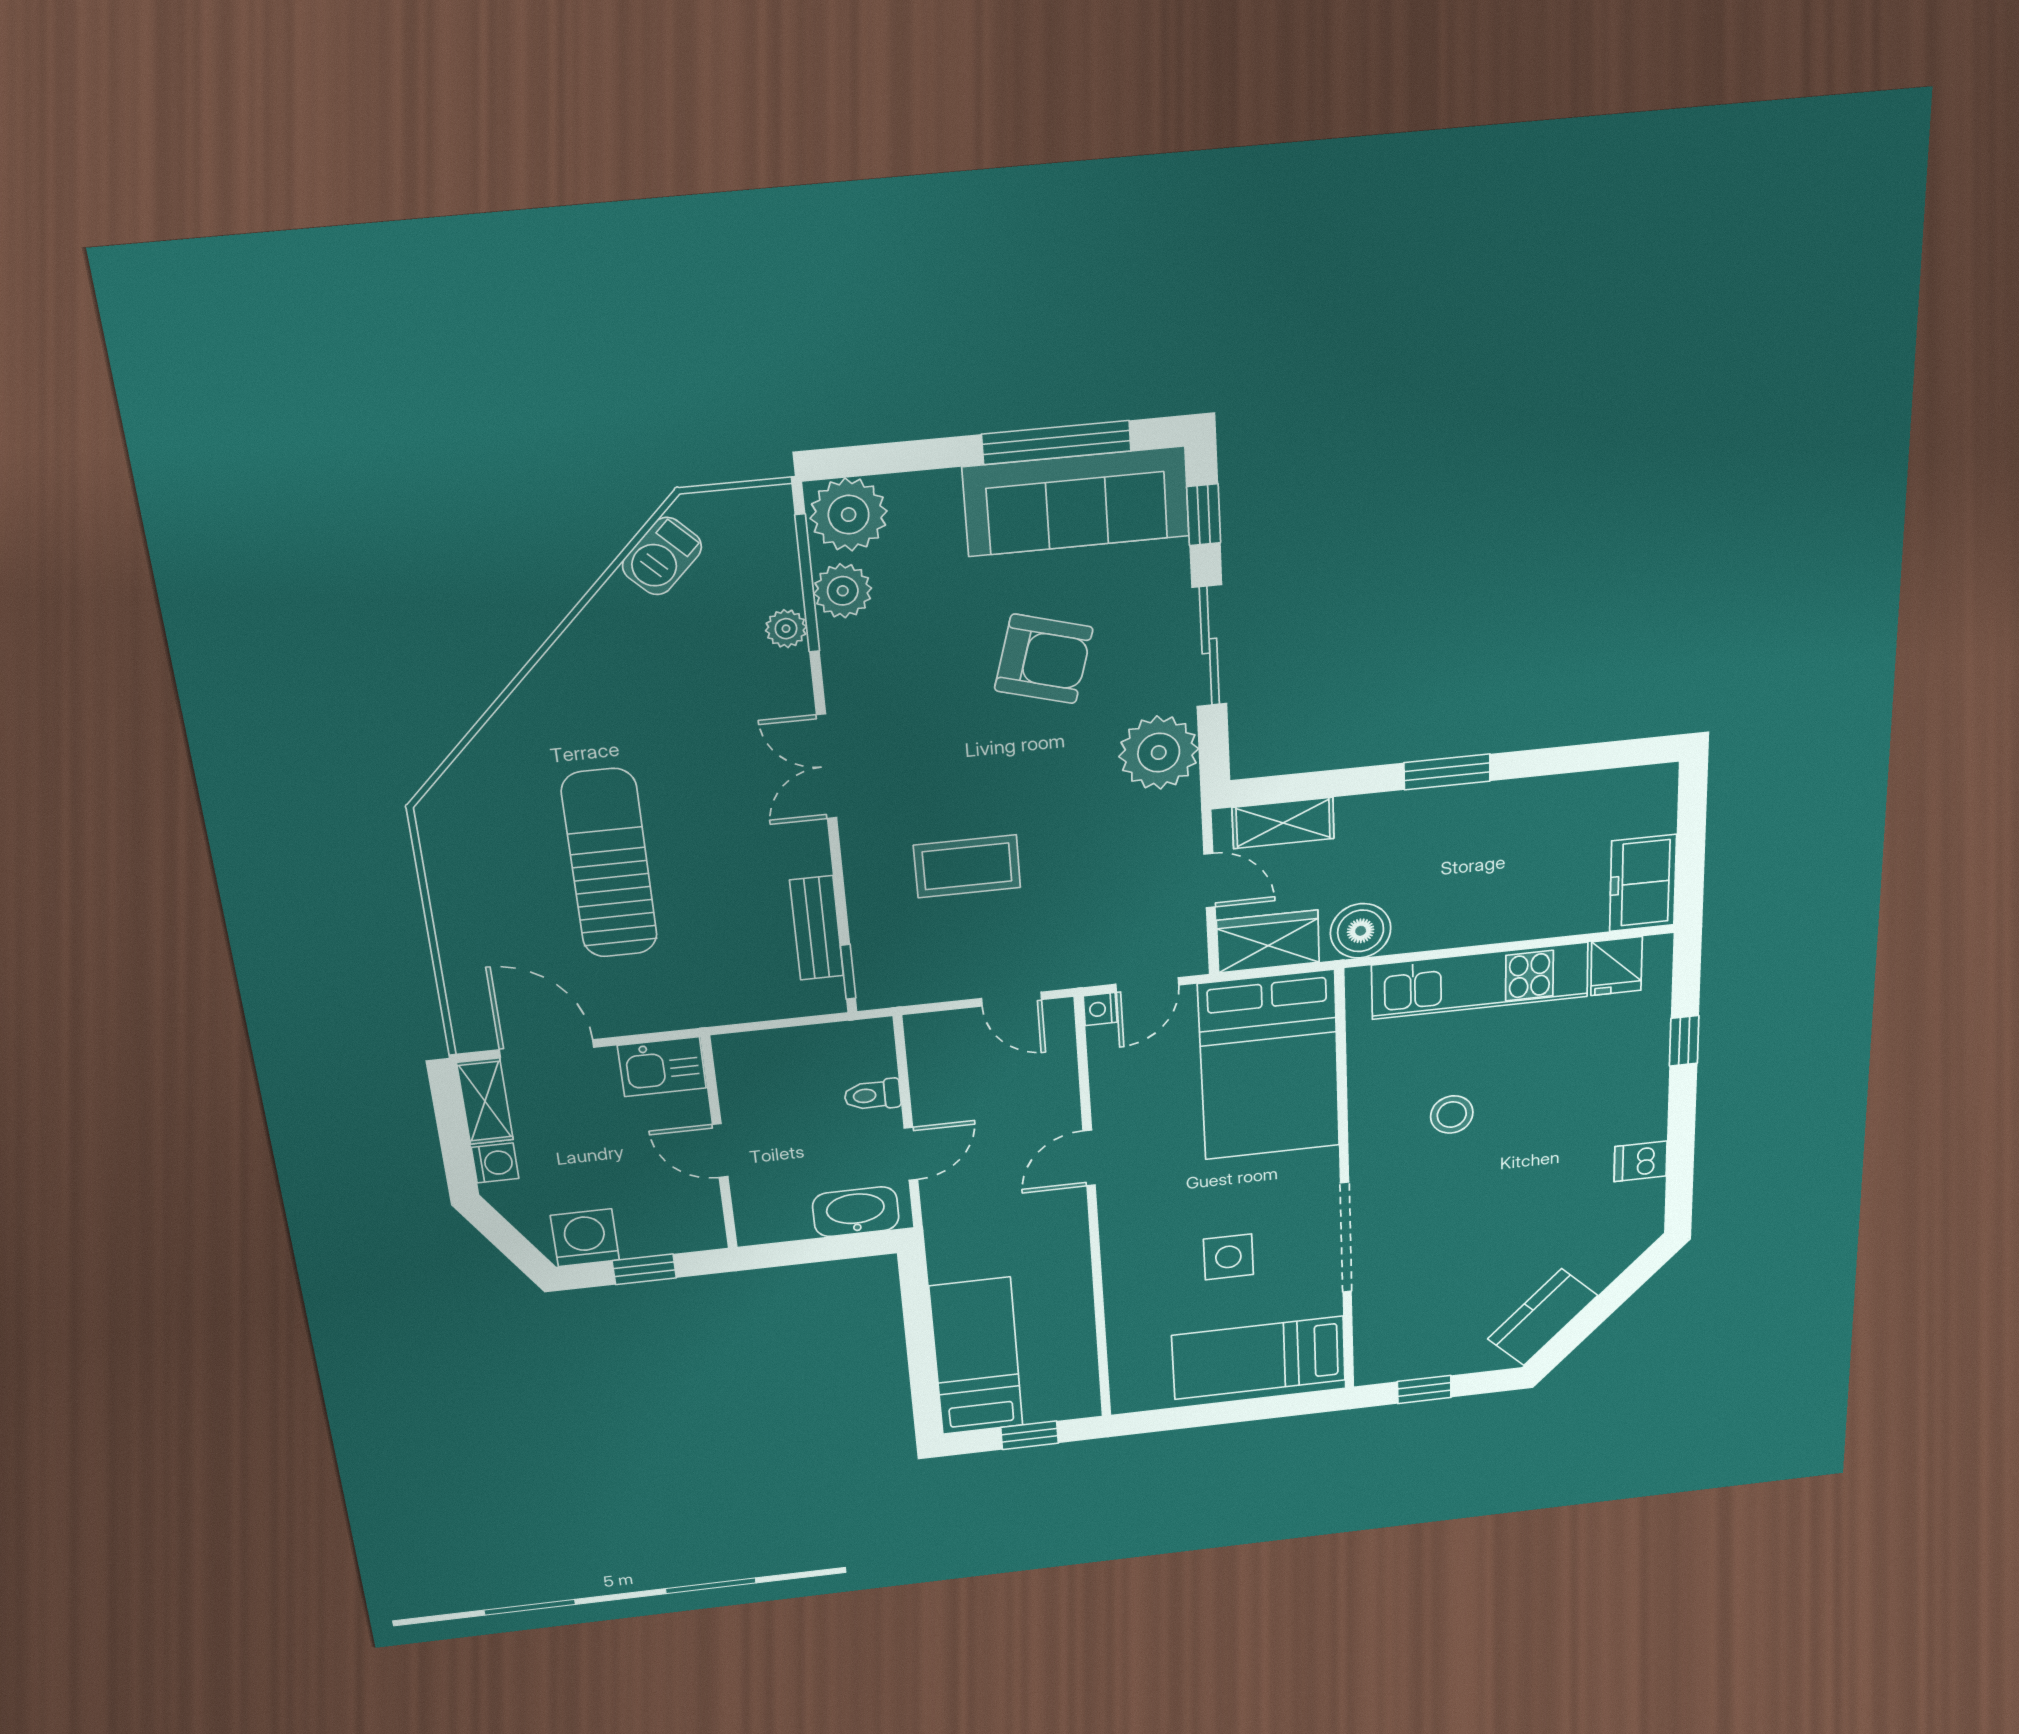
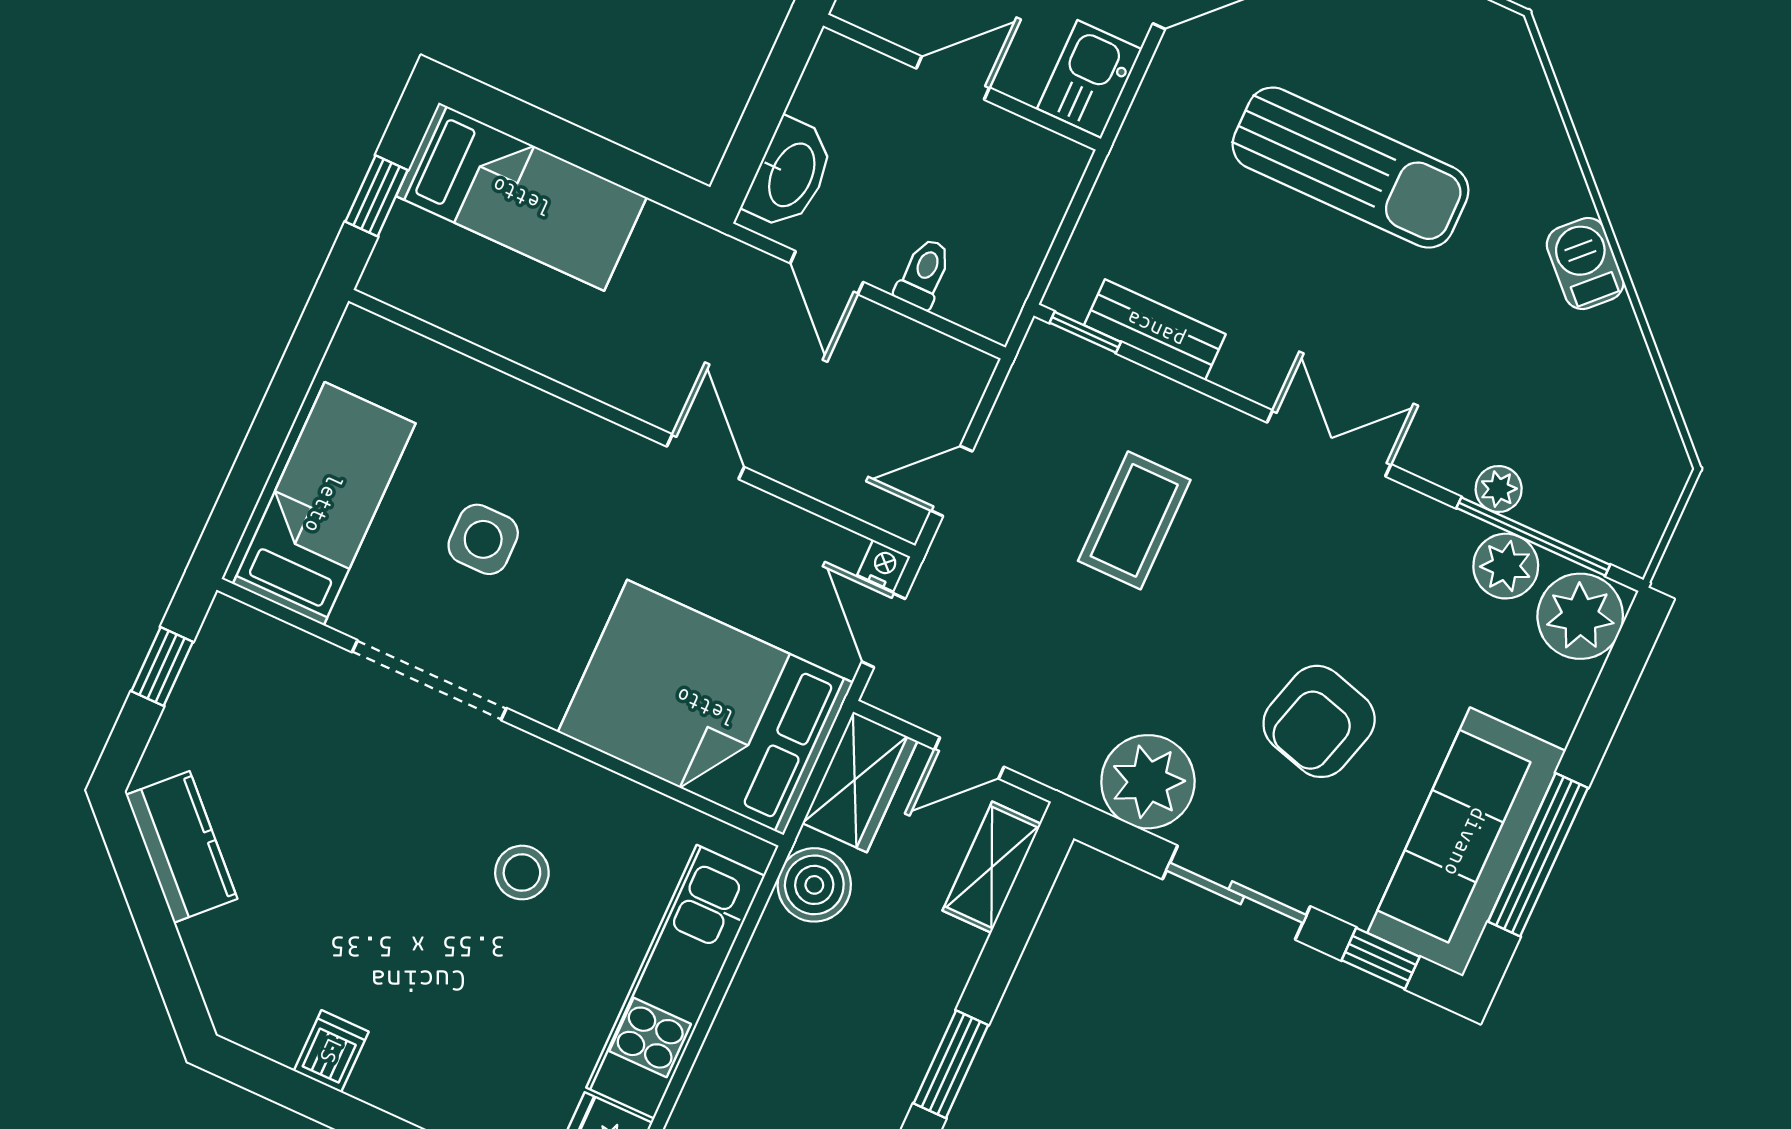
barbecue: (662, 556) -> (1585, 264), moved

